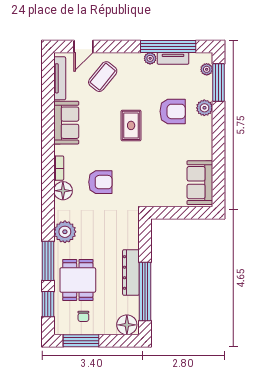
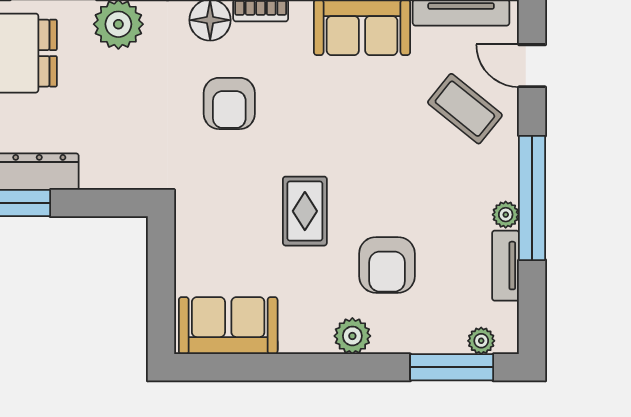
window: (168, 46) -> (532, 198), moved
plant: (204, 108) -> (352, 336), moved
rug: (131, 125) -> (305, 211), moved, turned 90

